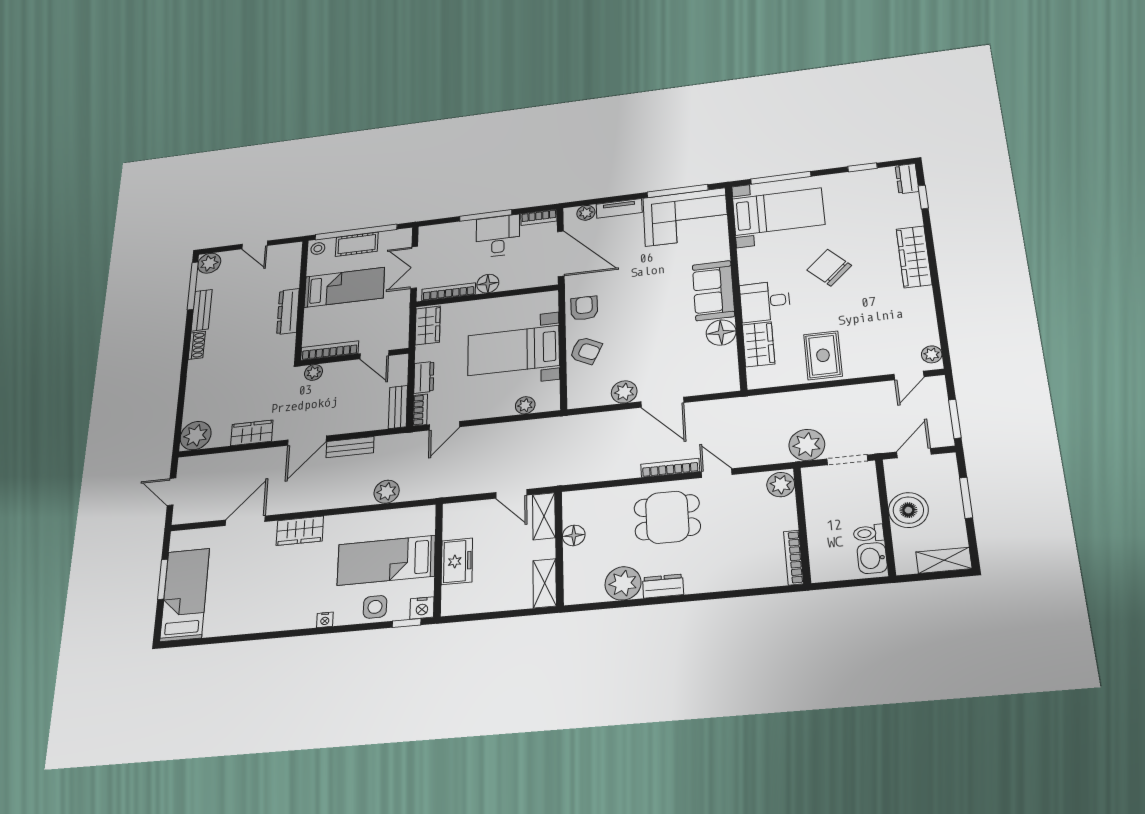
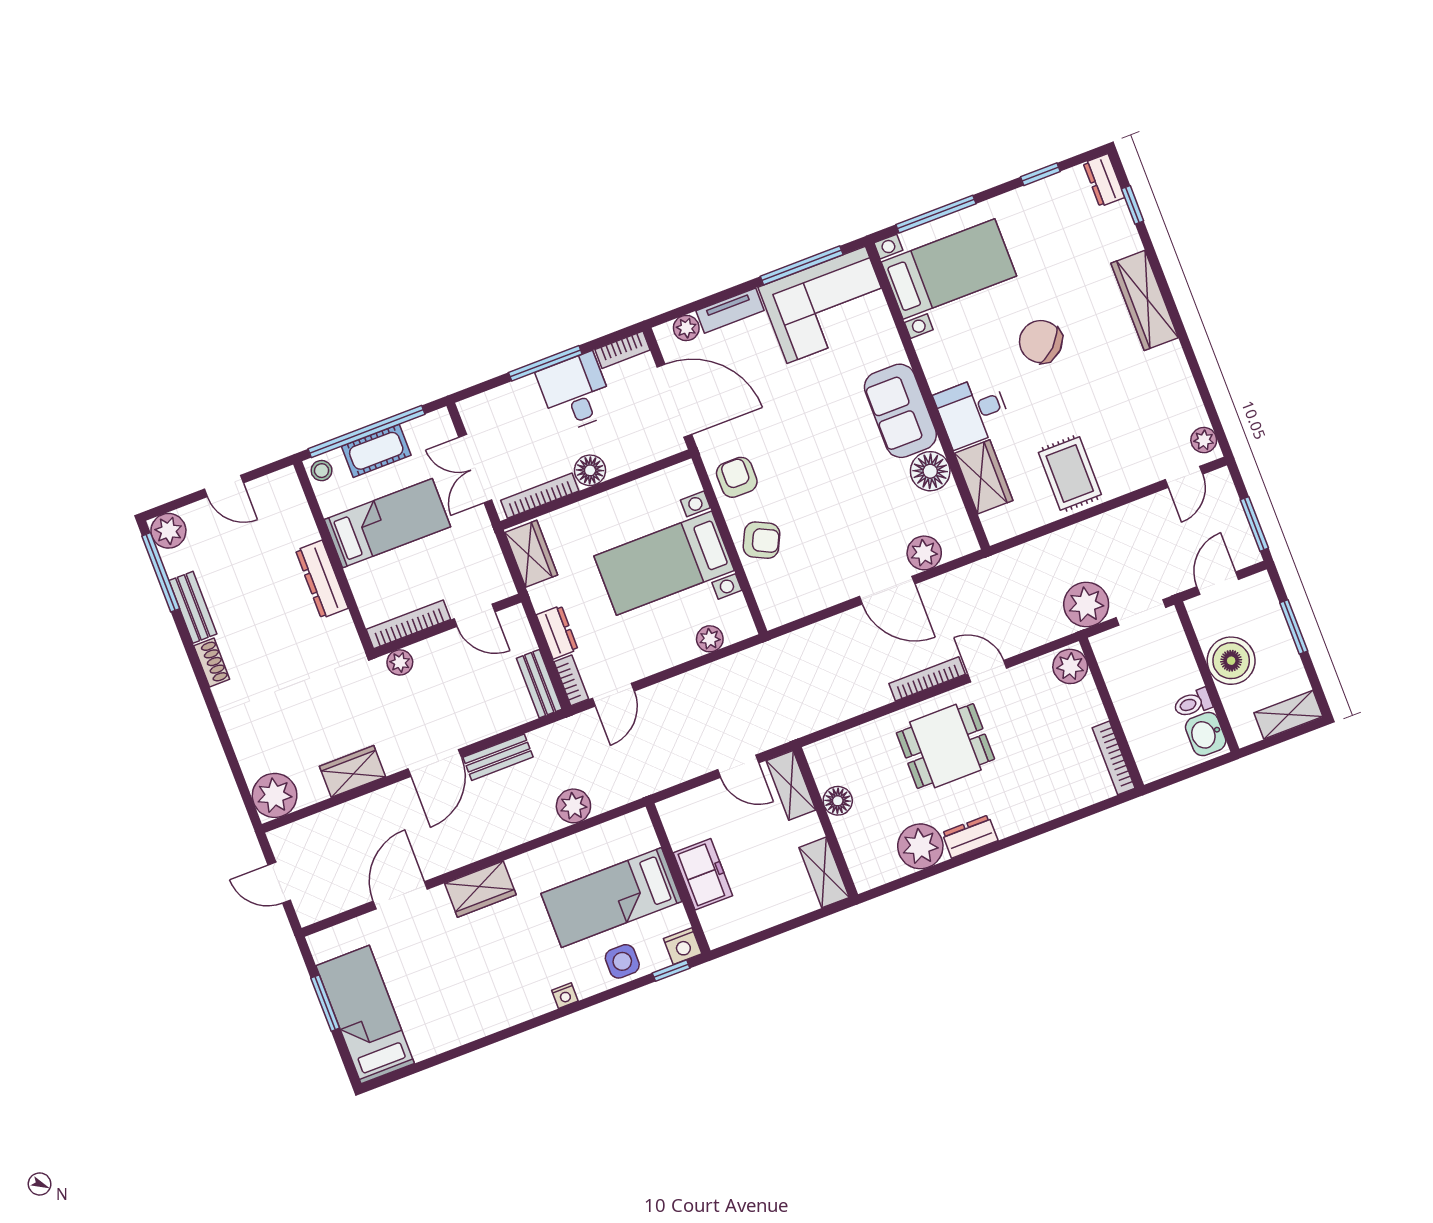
plant: (624, 392) -> (924, 553), moved

